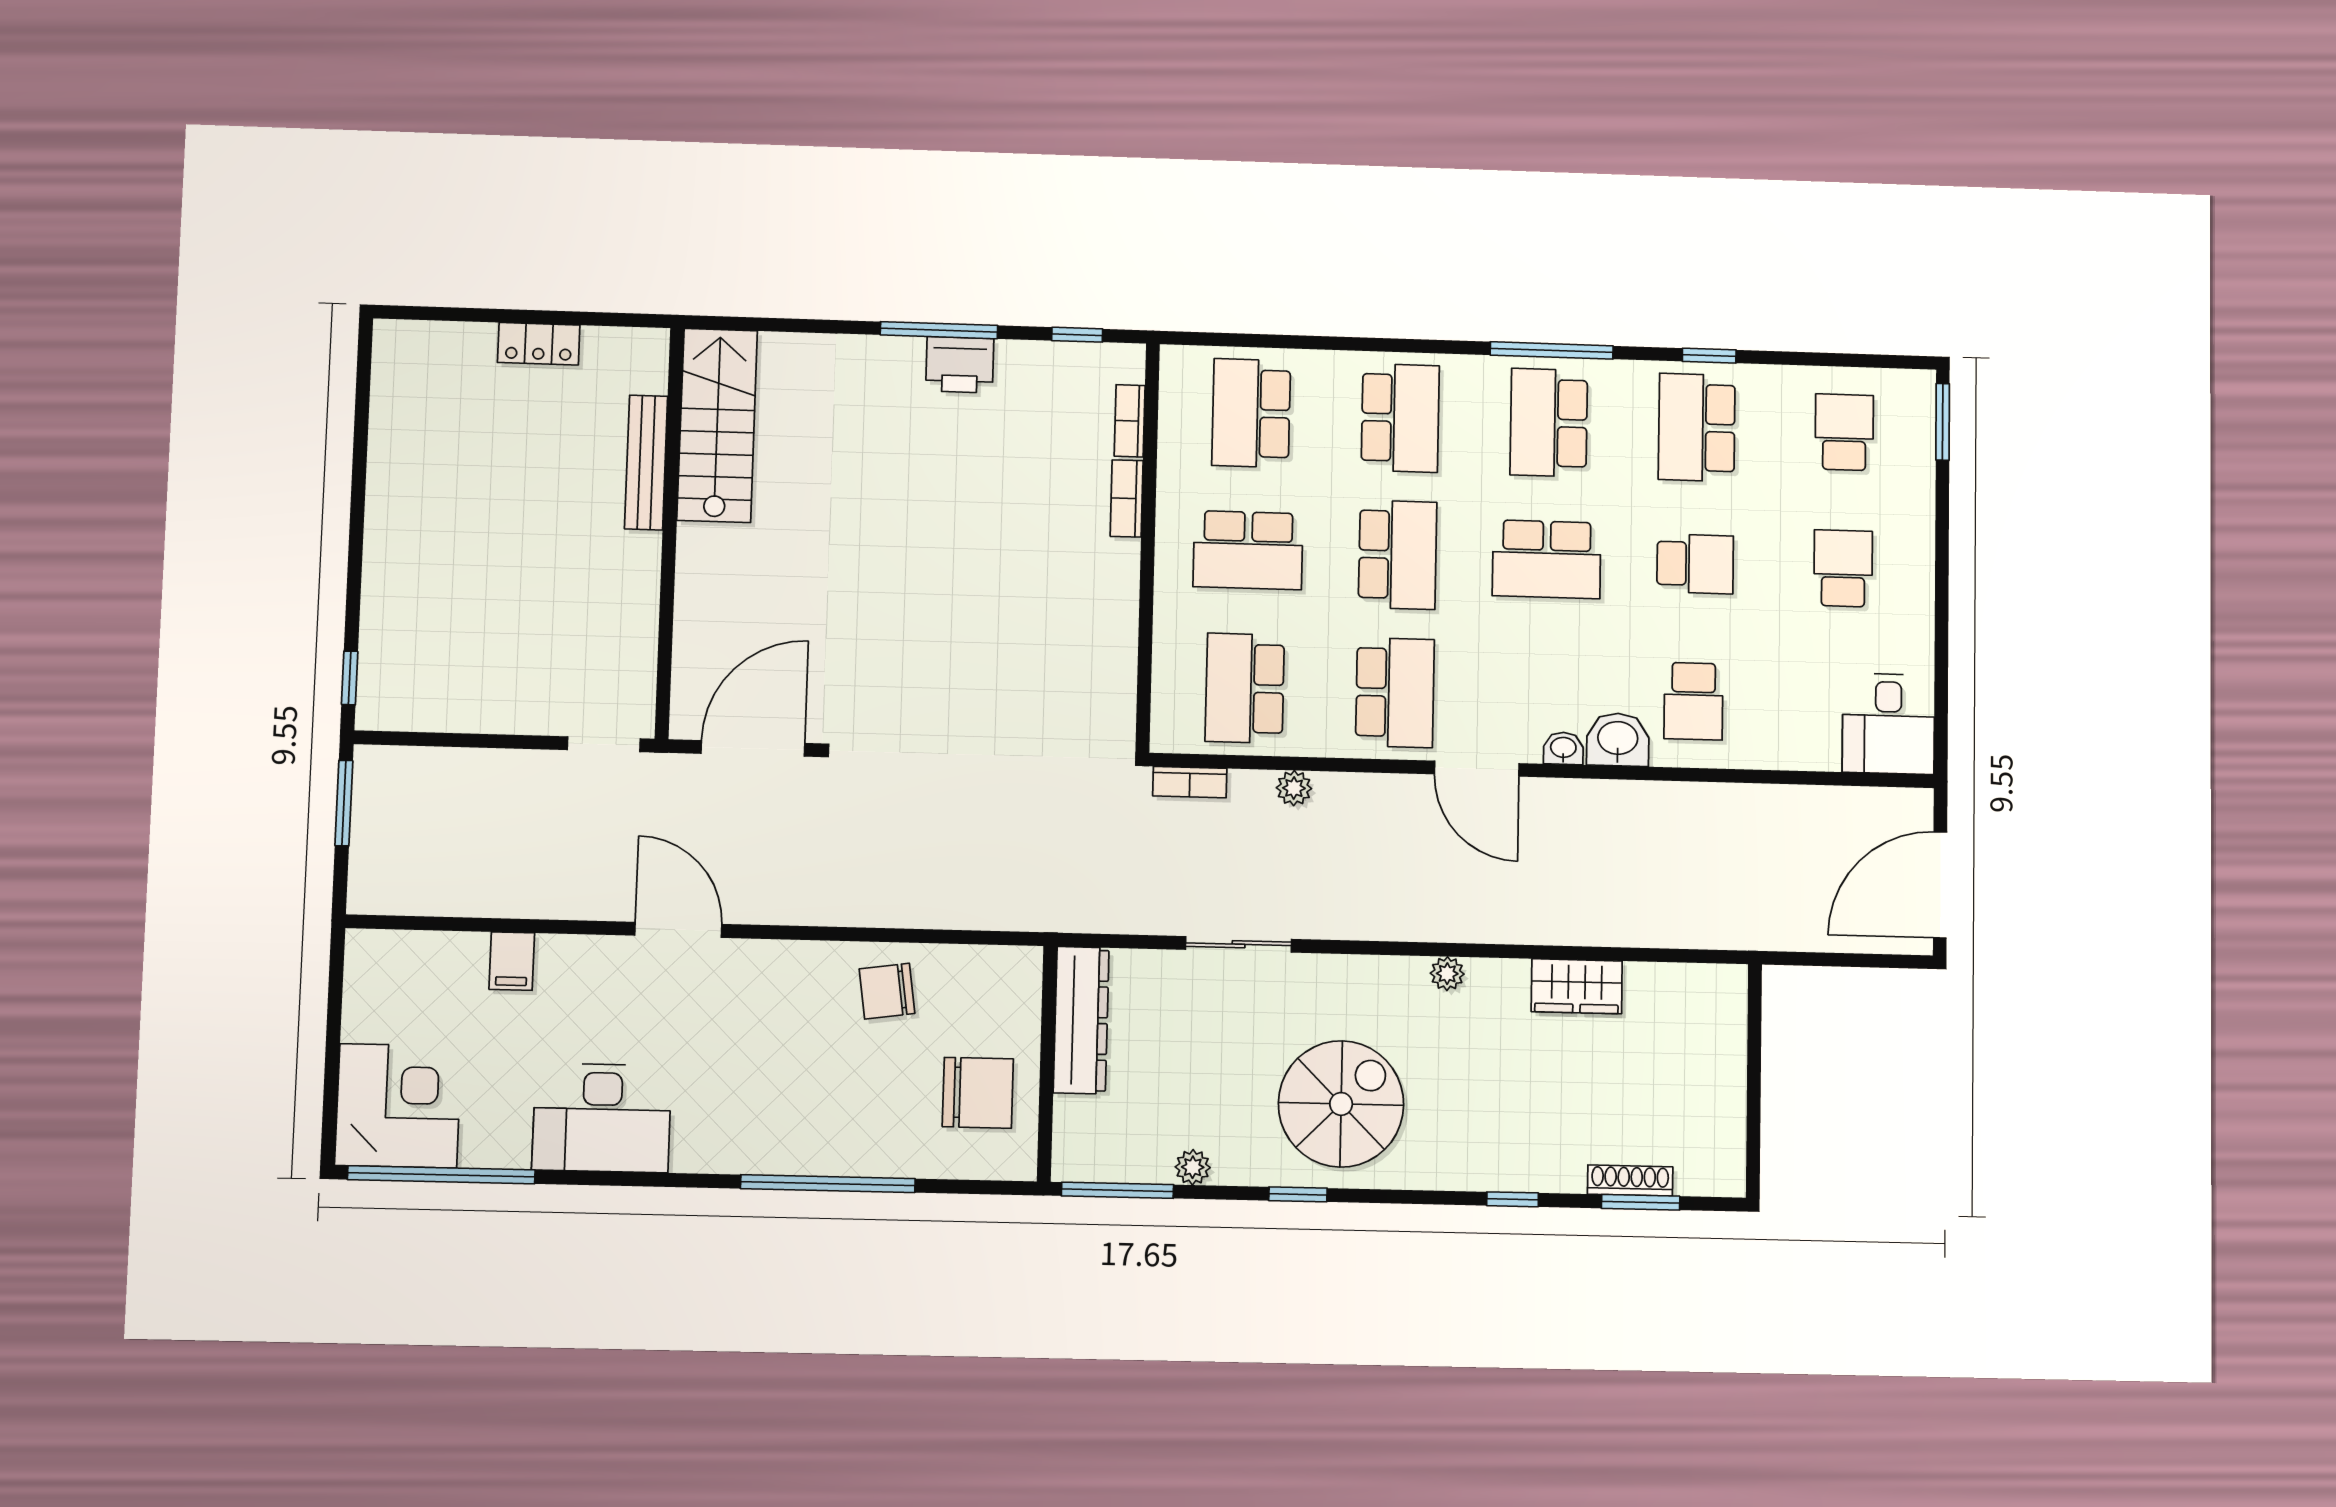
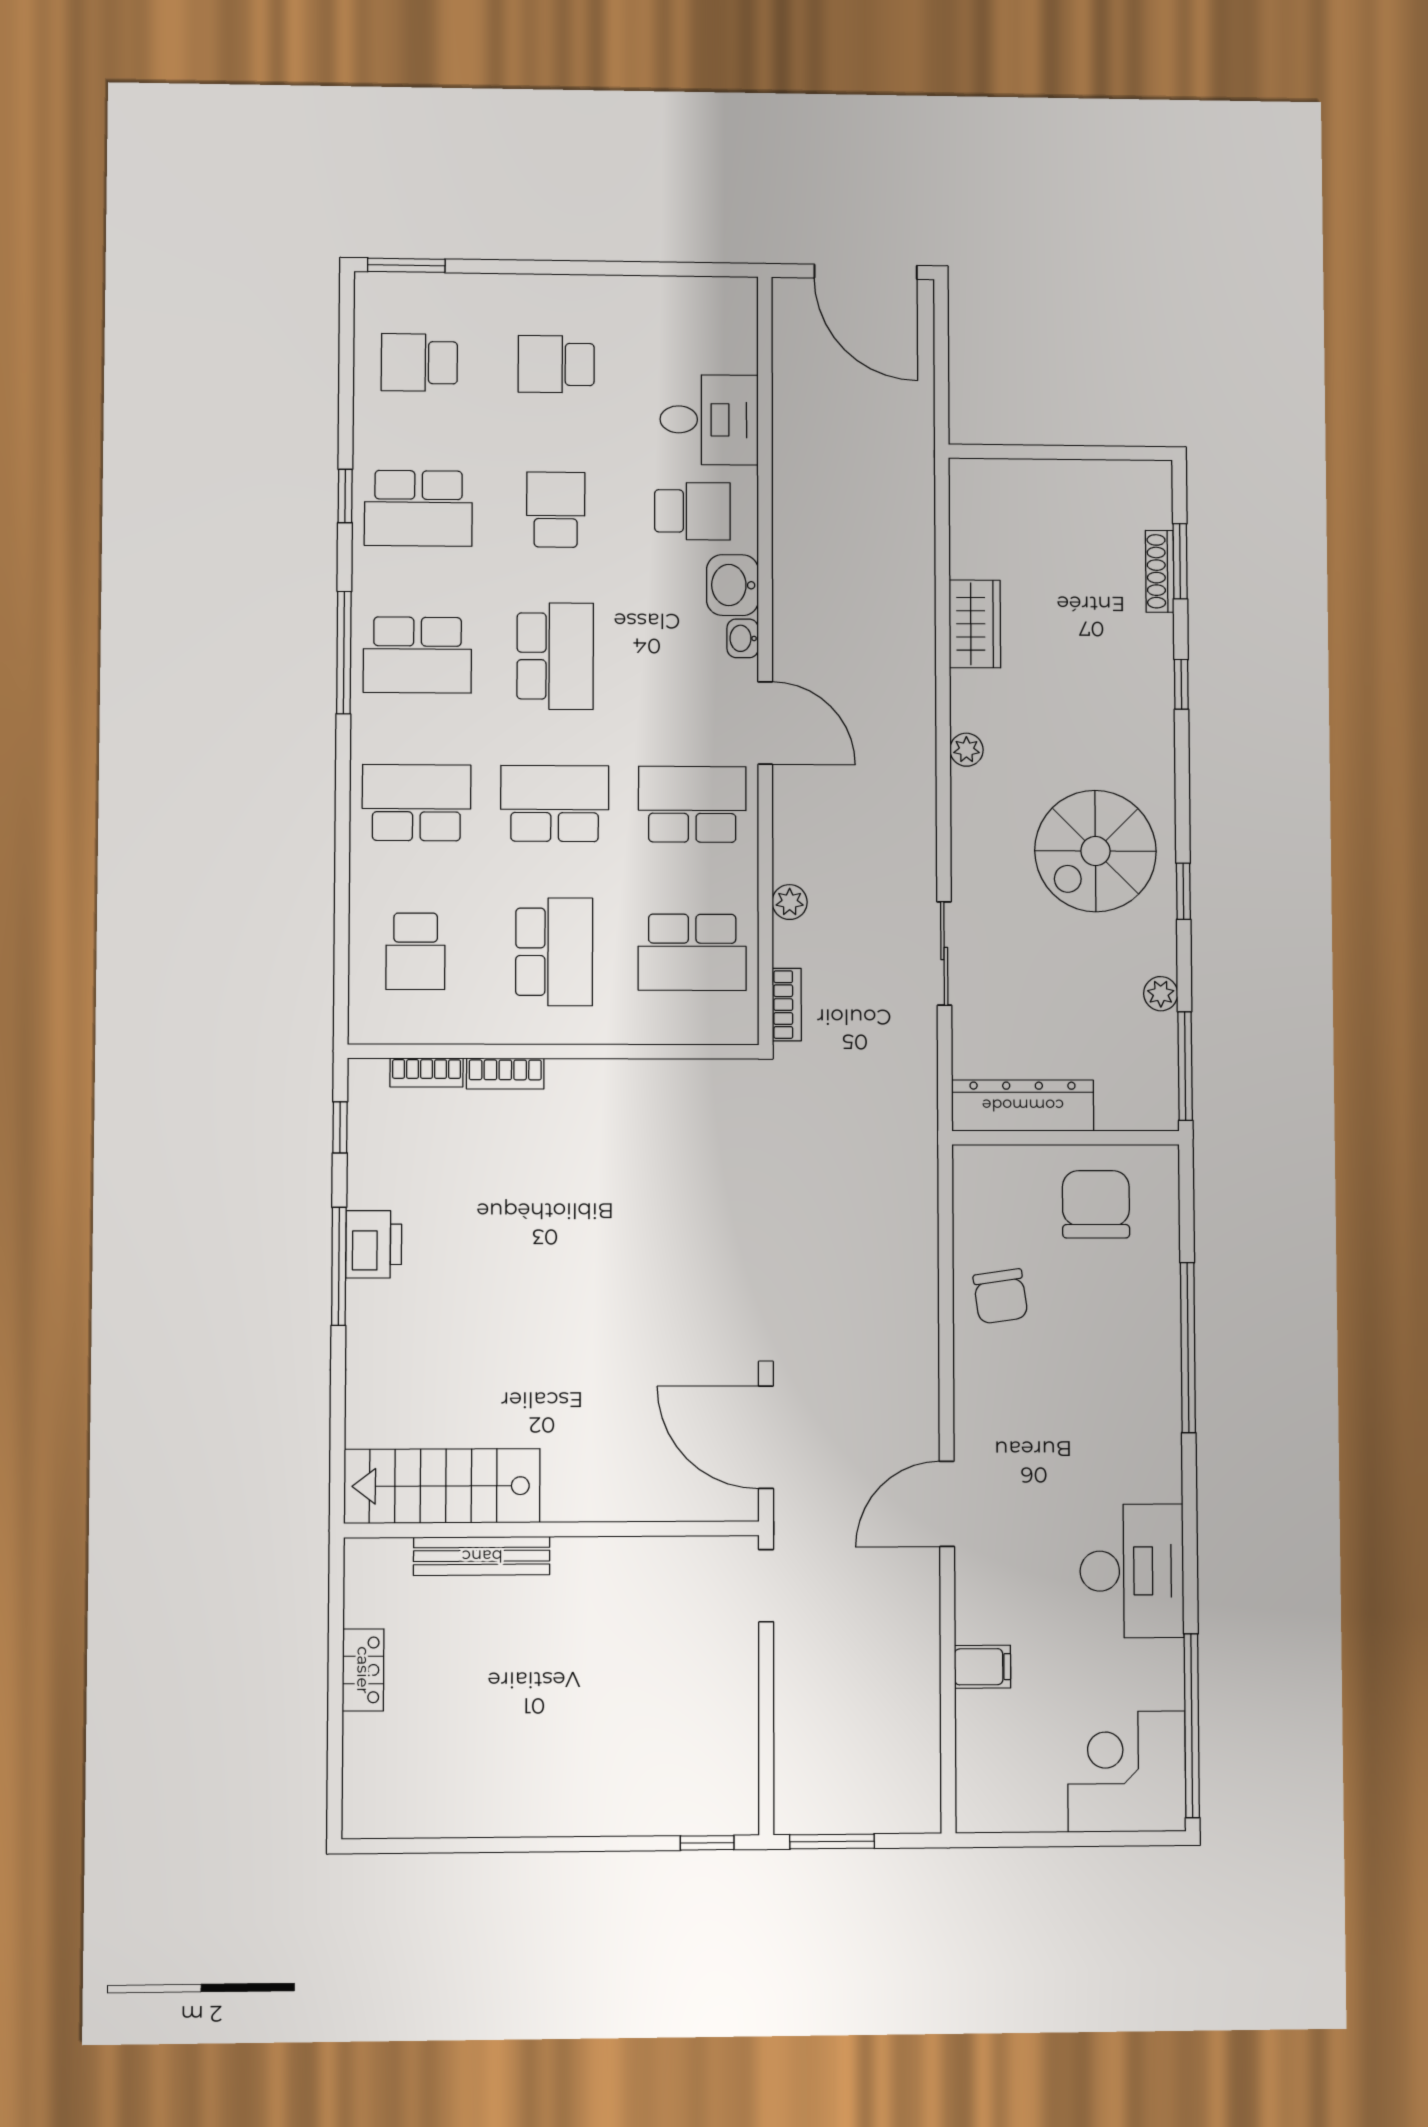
school desk: (1251, 413) -> (415, 951), width x0.54
desk: (1888, 724) -> (709, 420), moved
door: (1477, 769) -> (765, 723), hinge flipped
spiral stairs: (1341, 1104) -> (1095, 851), turned -90

